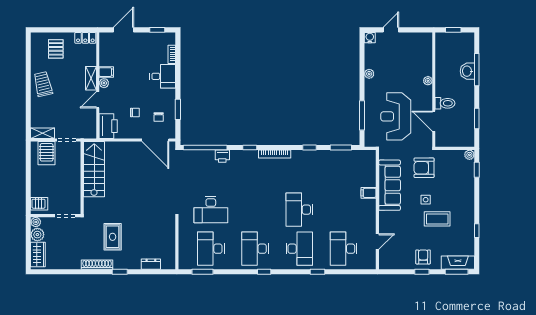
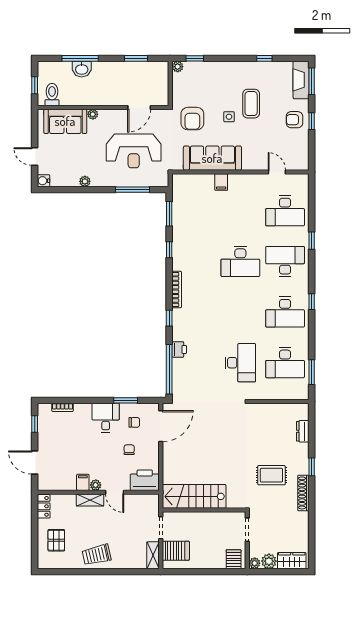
pallet: (56, 49) -> (56, 540), turned 90
sofa: (422, 57) -> (65, 121), added
desk: (163, 76) -> (106, 418), moved
toilet: (445, 103) -> (52, 95), moved

